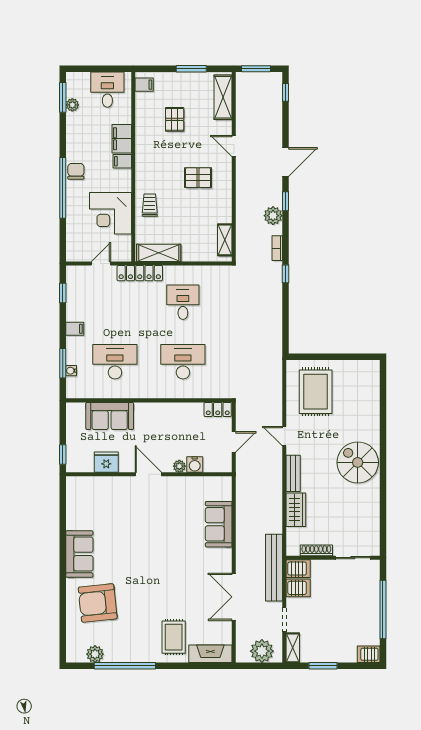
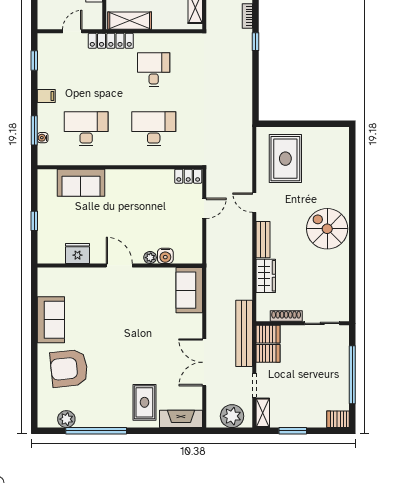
fridge: (106, 462) -> (77, 254), moved
water cooler: (195, 465) -> (165, 256), moved
plant: (179, 466) -> (150, 258), moved
door: (148, 474) -> (119, 266), moved
wall: (149, 474) -> (120, 266), moved

